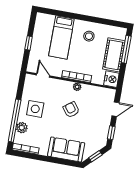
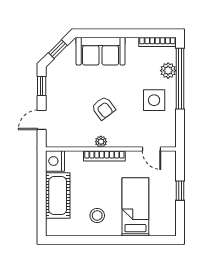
window: (126, 49) -> (42, 206), removed

